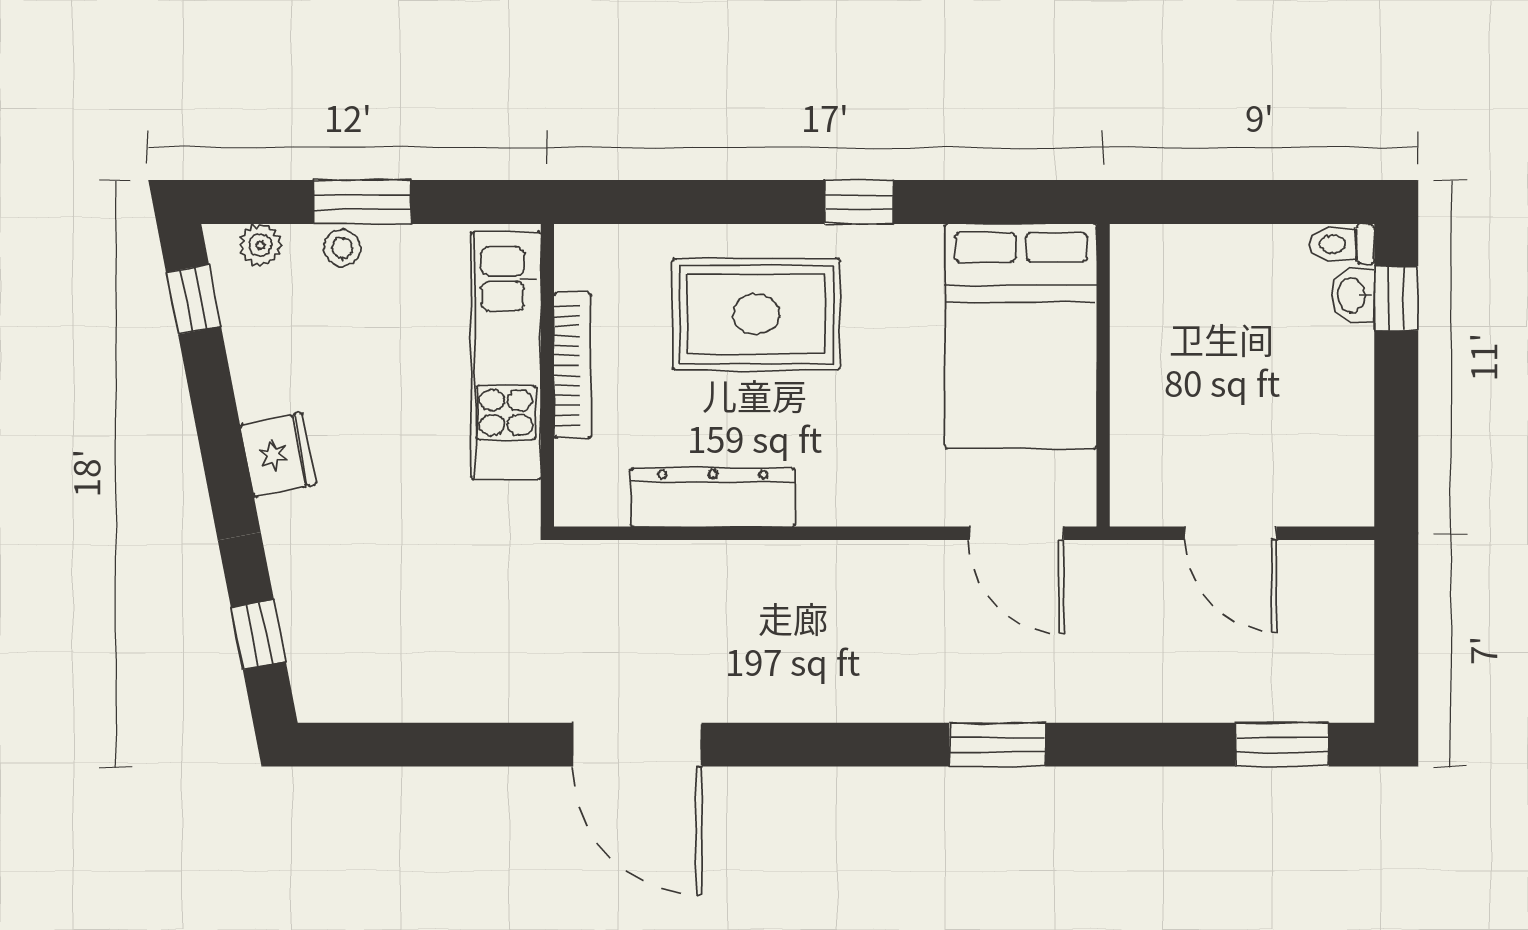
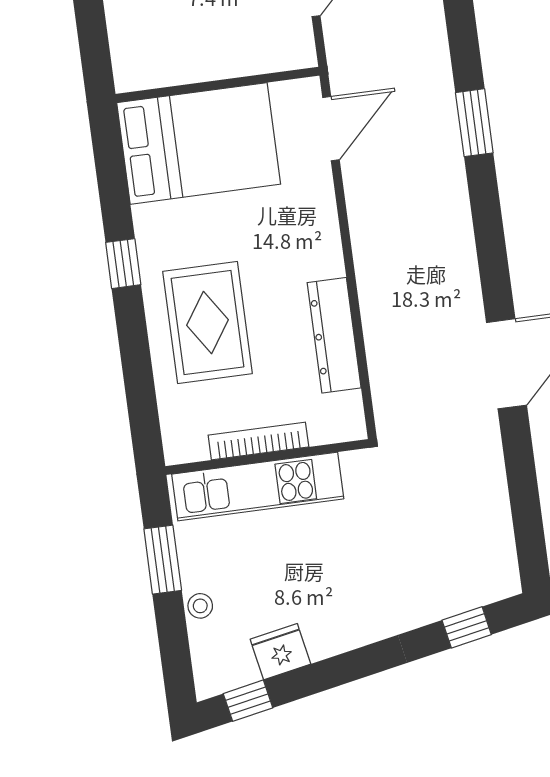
window: (362, 202) -> (163, 560), moved
plant: (260, 245) -> (206, 661), removed
fridge: (278, 454) -> (280, 652), moved

